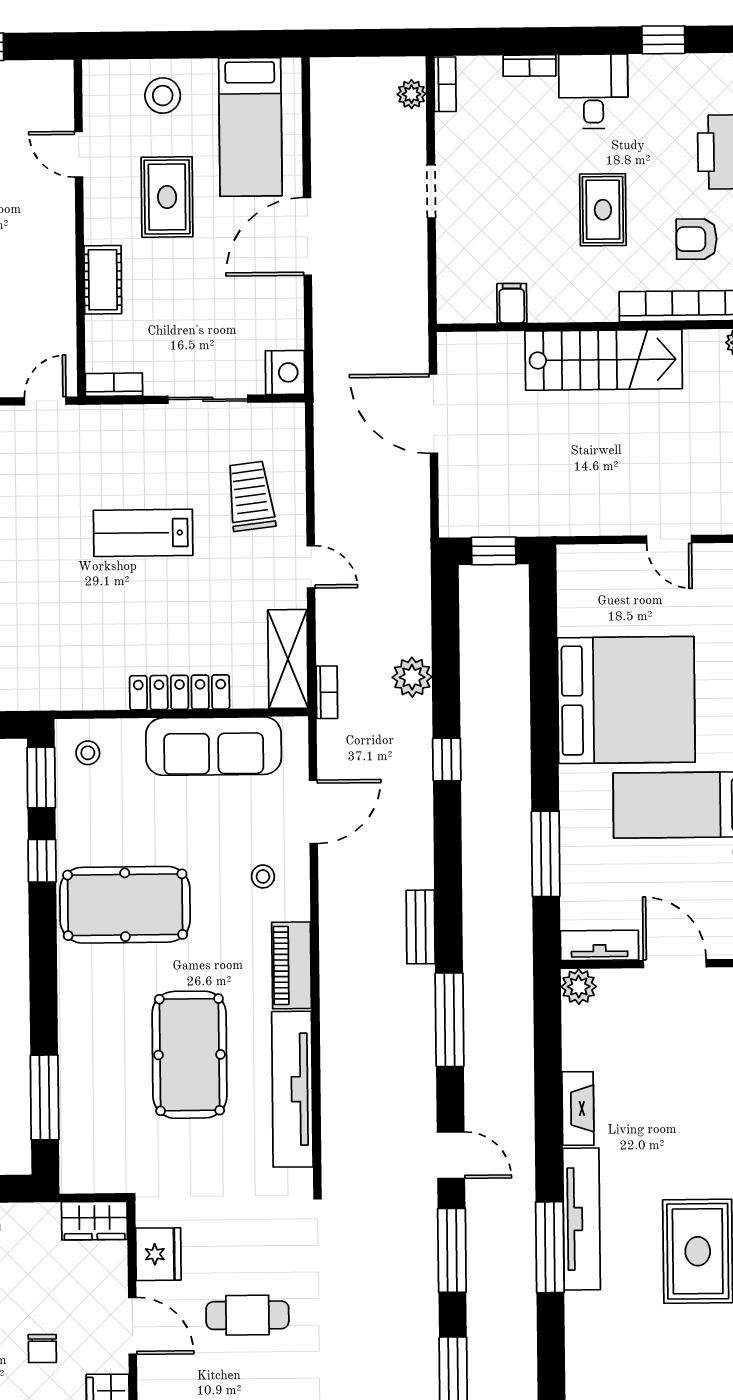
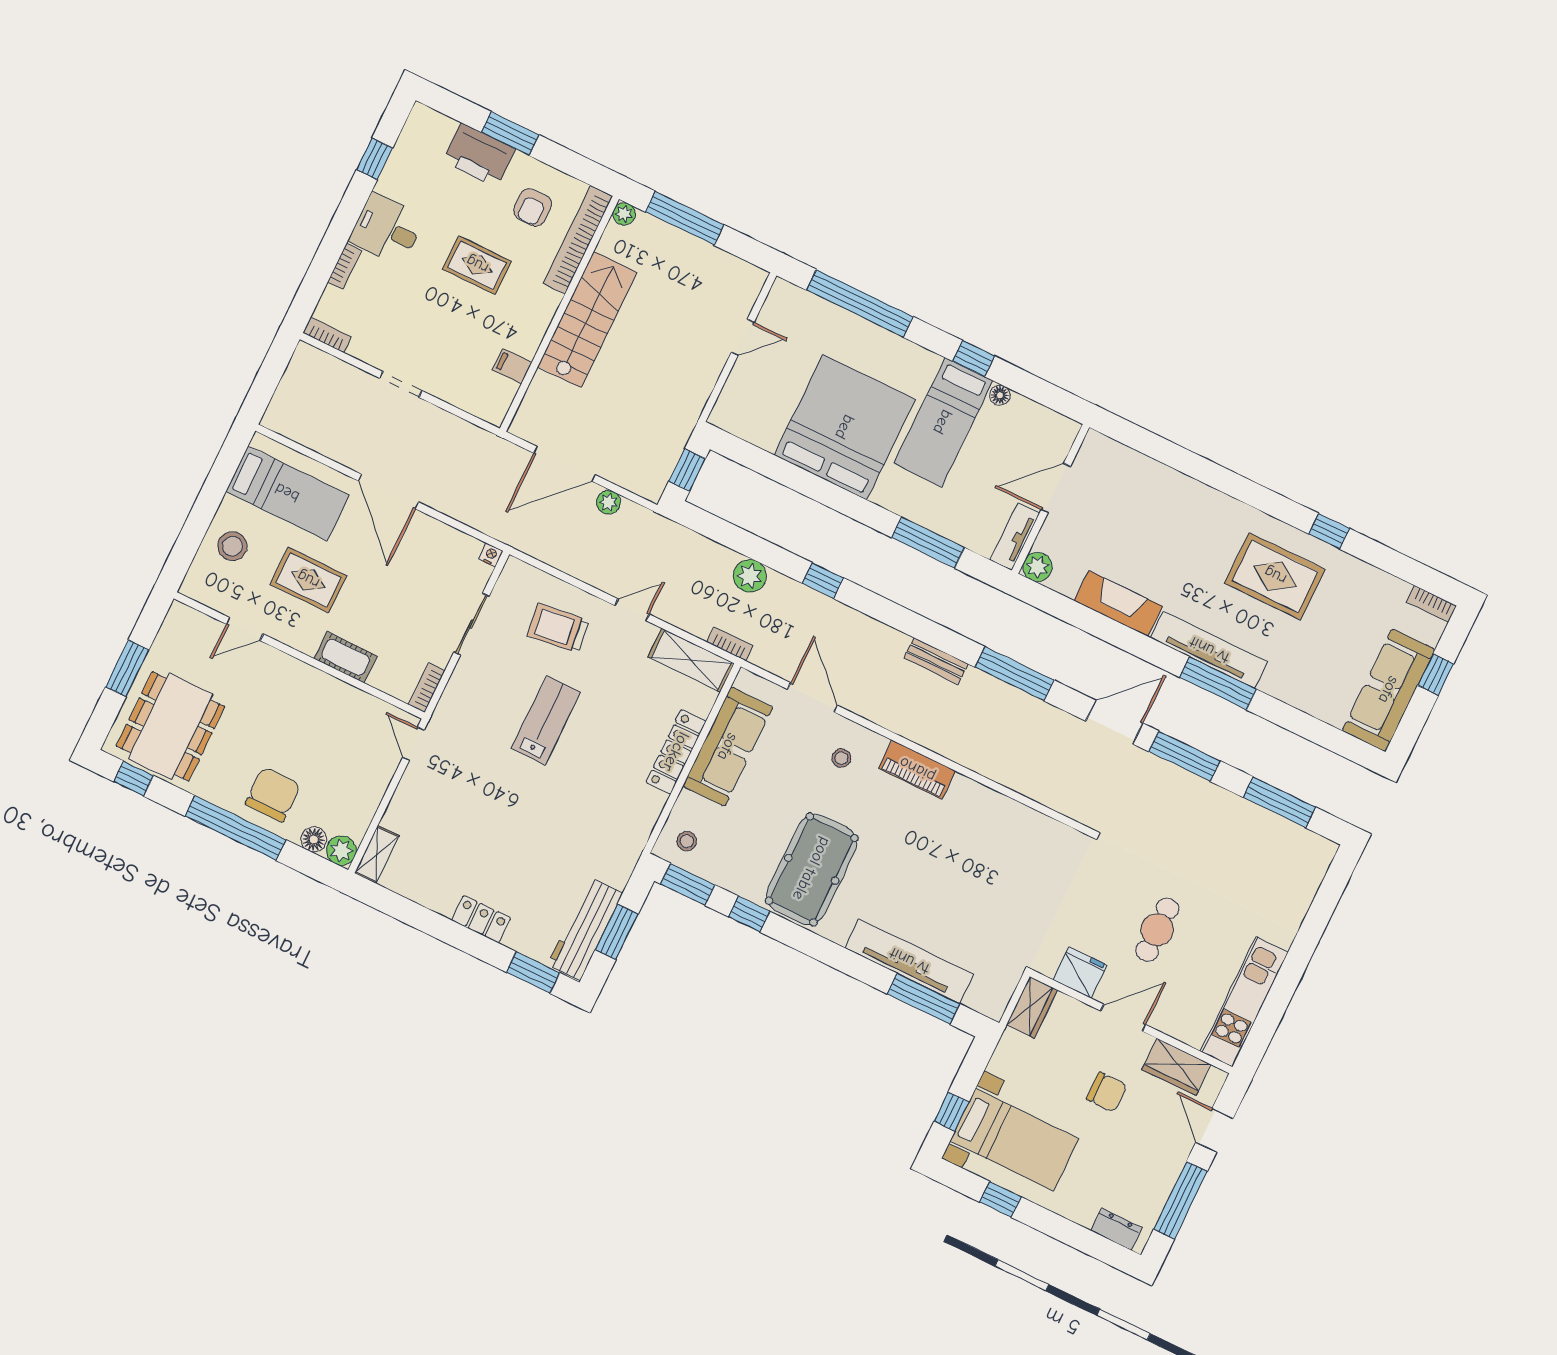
plant: (412, 94) -> (609, 502), moved
nightstand: (285, 372) -> (491, 555), width x0.53, depth x0.56
lab bench: (143, 533) -> (546, 720), turned 180
pool table: (190, 1055) -> (945, 877), removed
tv unit: (292, 1089) -> (909, 961), moved, turned 180
fireplace: (578, 1109) -> (1118, 603), width x1.37, depth x1.32
door: (451, 1155) -> (1114, 722), width x1.38
chair: (42, 1349) -> (1107, 1092), width x1.37, depth x1.37

